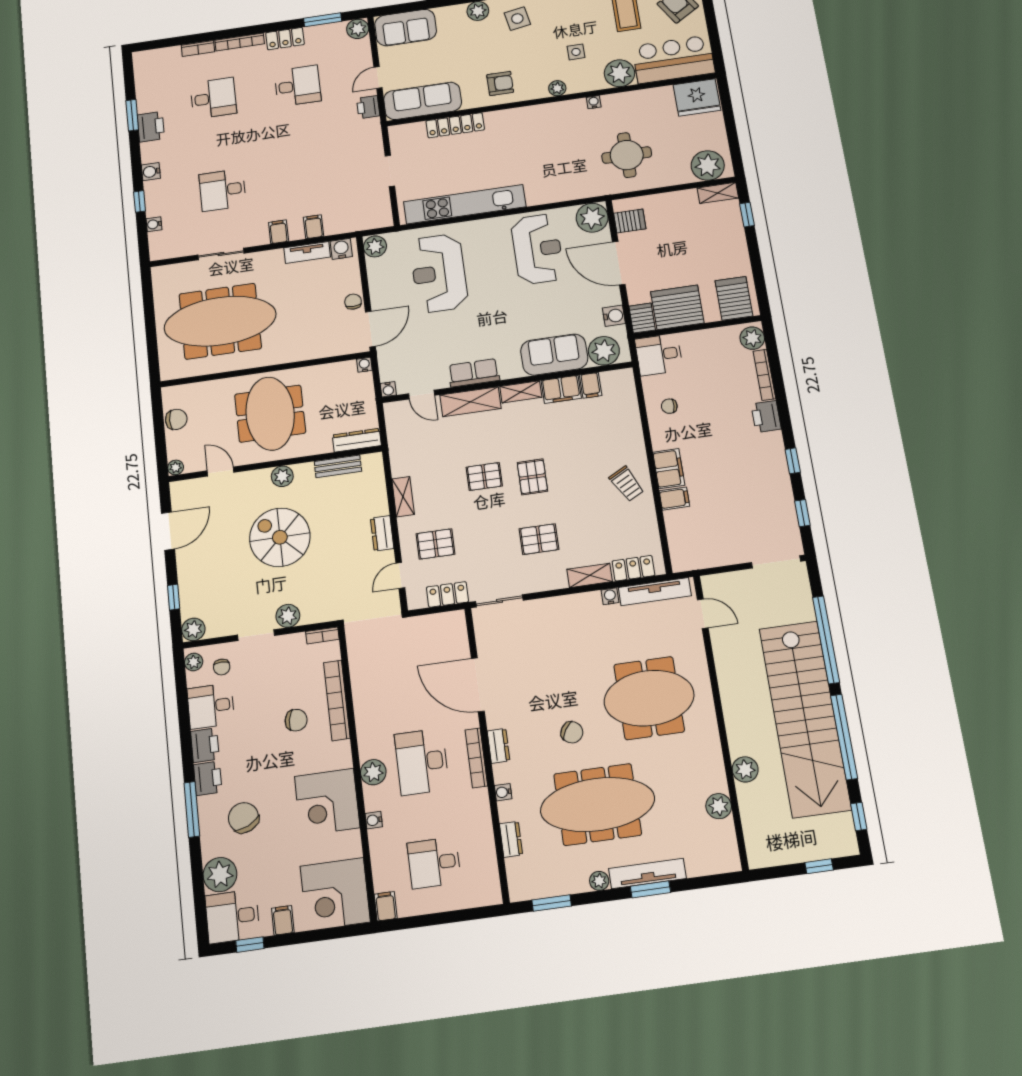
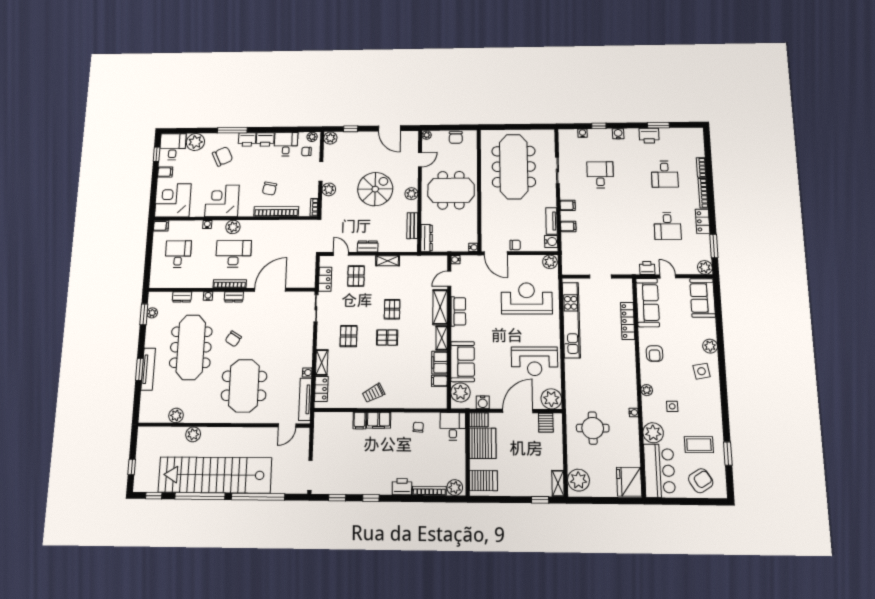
plant: (599, 881) -> (152, 313), moved

